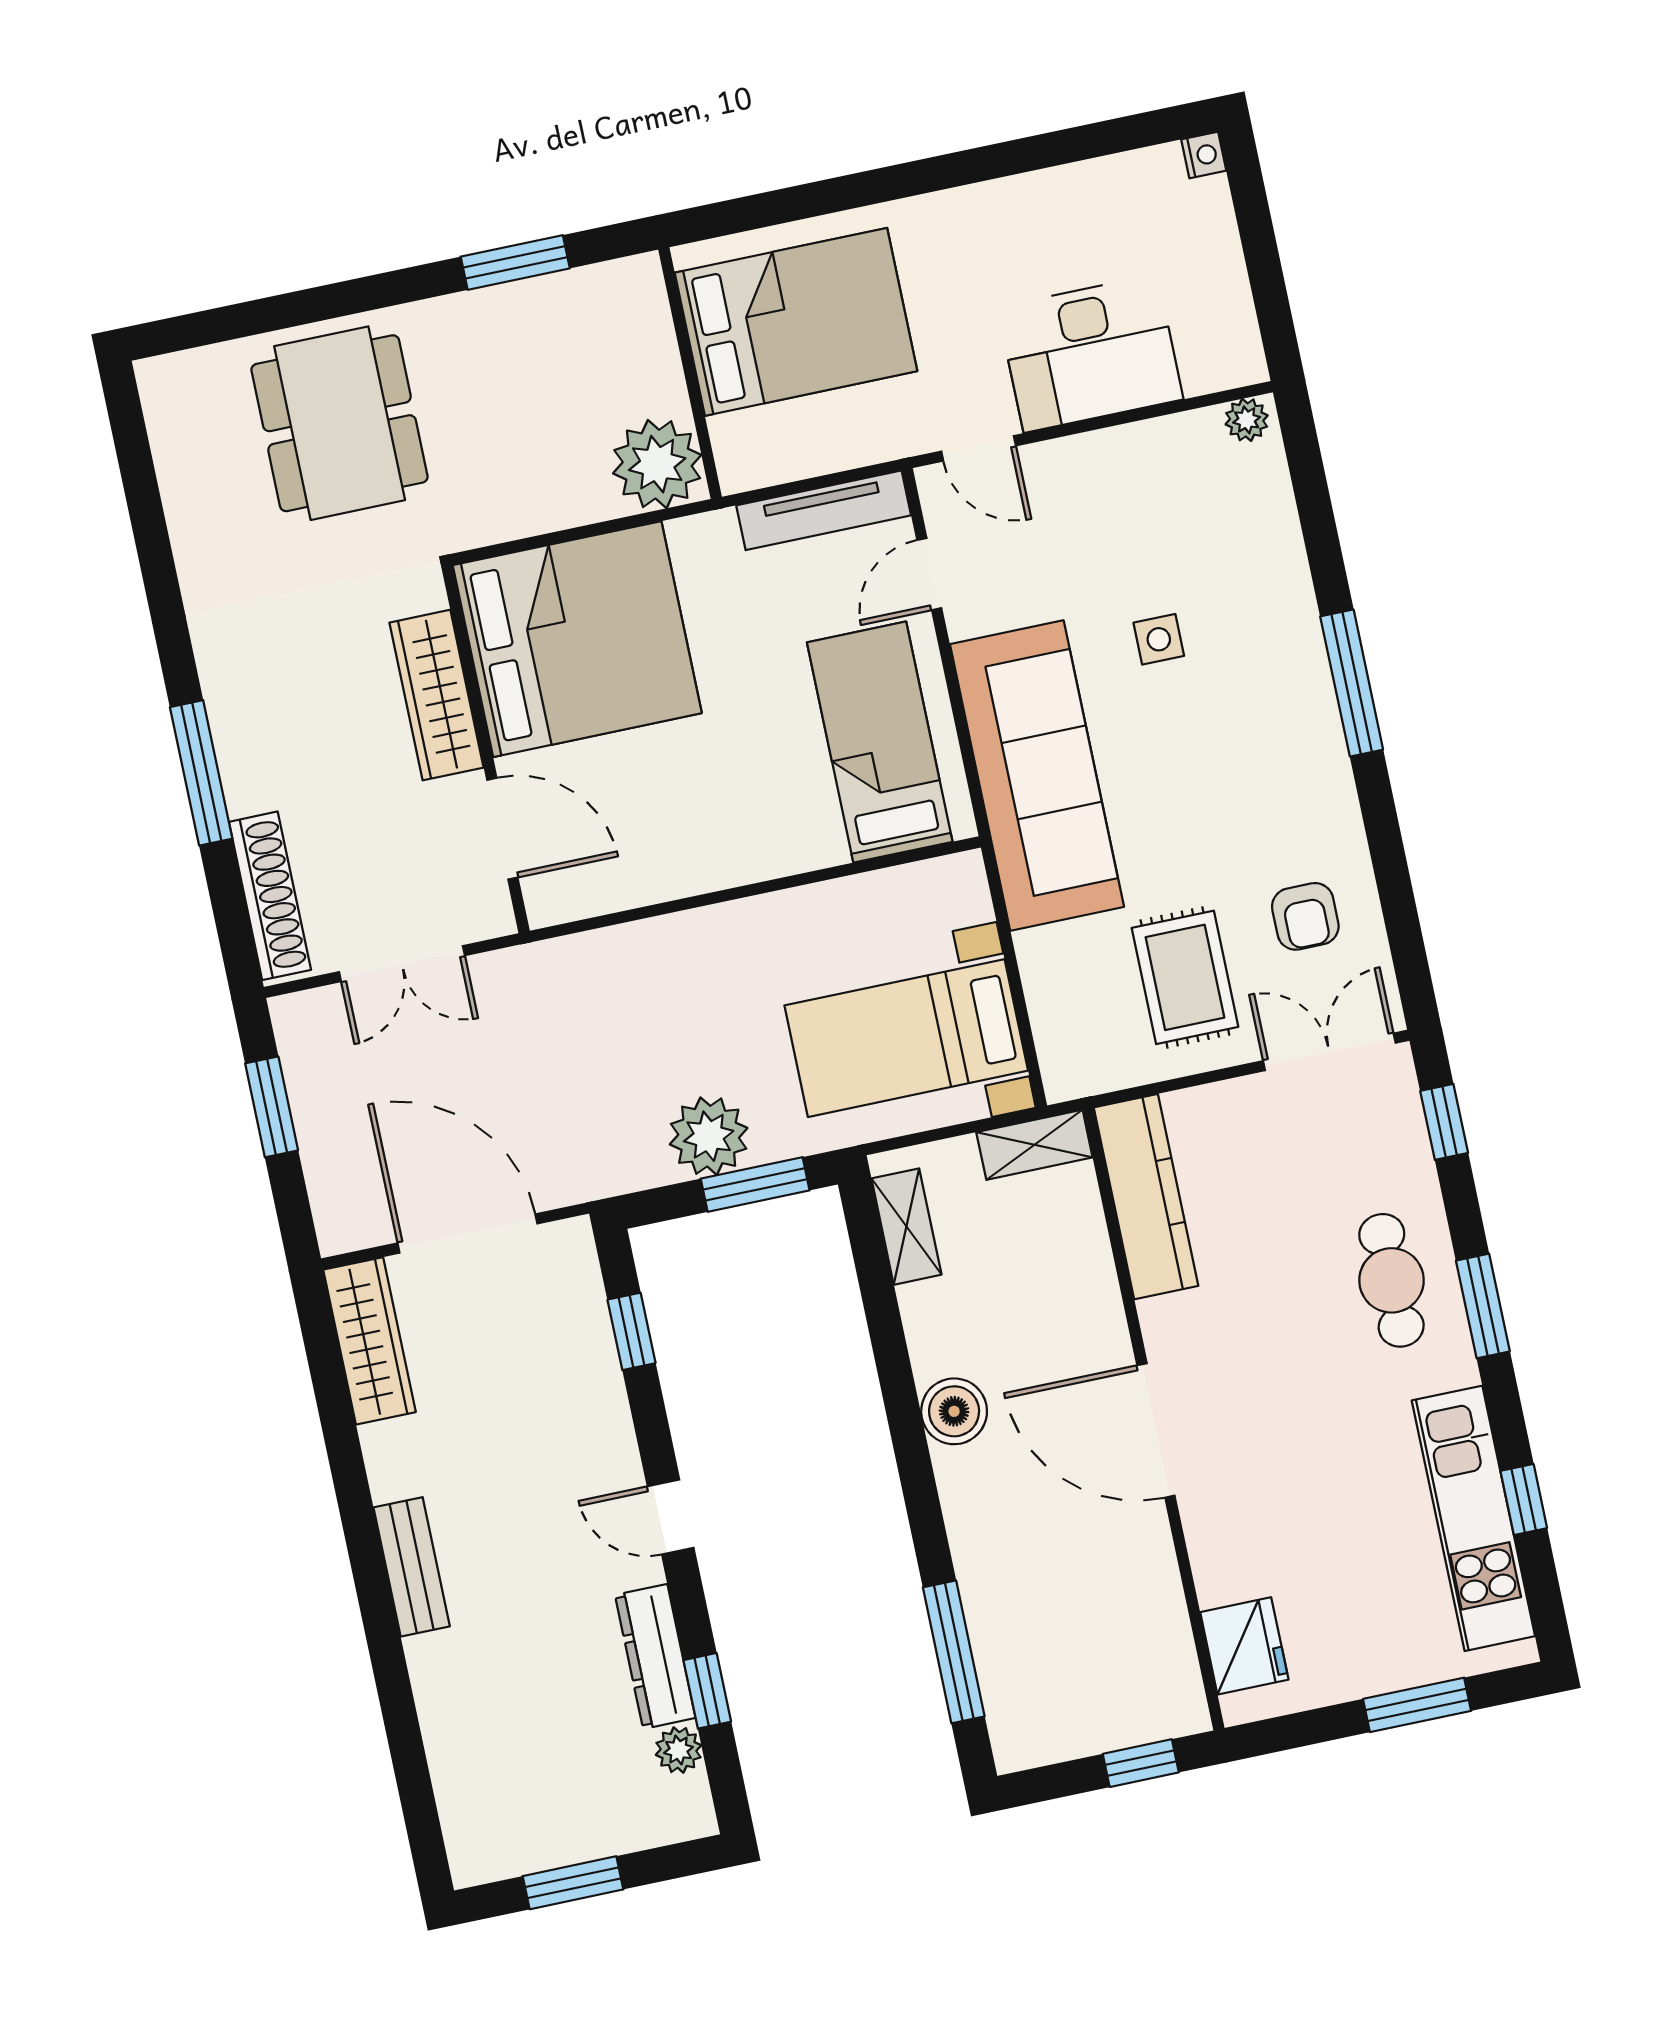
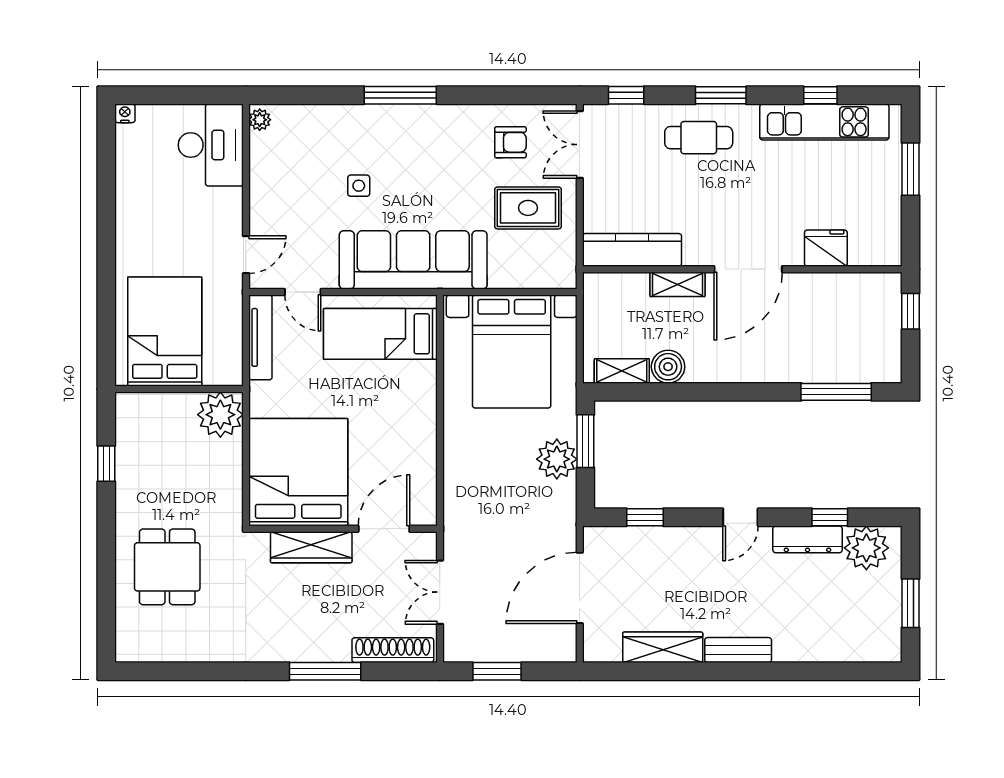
window: (515, 262) -> (106, 464), width x0.67
desk: (1090, 353) -> (211, 145), moved
dining table: (340, 423) -> (167, 567), width x0.73
double door: (402, 964) -> (440, 592), swing flipped
bed with nightstands: (906, 1038) -> (512, 352), width x1.36
shelving: (1034, 1145) -> (677, 284), moved, turned 90
wardrobe: (370, 1341) -> (663, 647), moved
boiler: (954, 1411) -> (668, 367), moved
fridge: (1244, 1646) -> (826, 248), moved
plant: (679, 1750) -> (866, 548), width x1.87, depth x1.87

